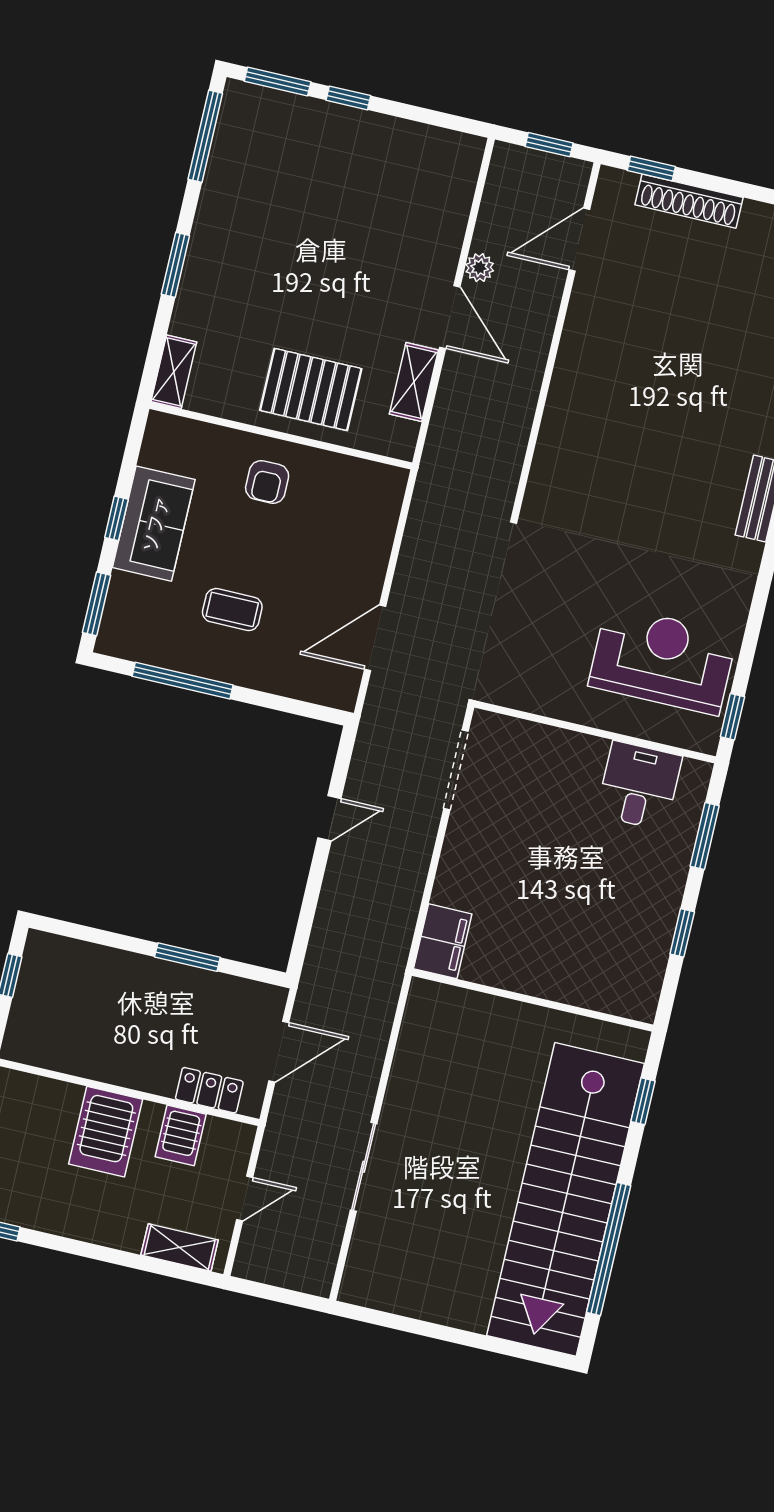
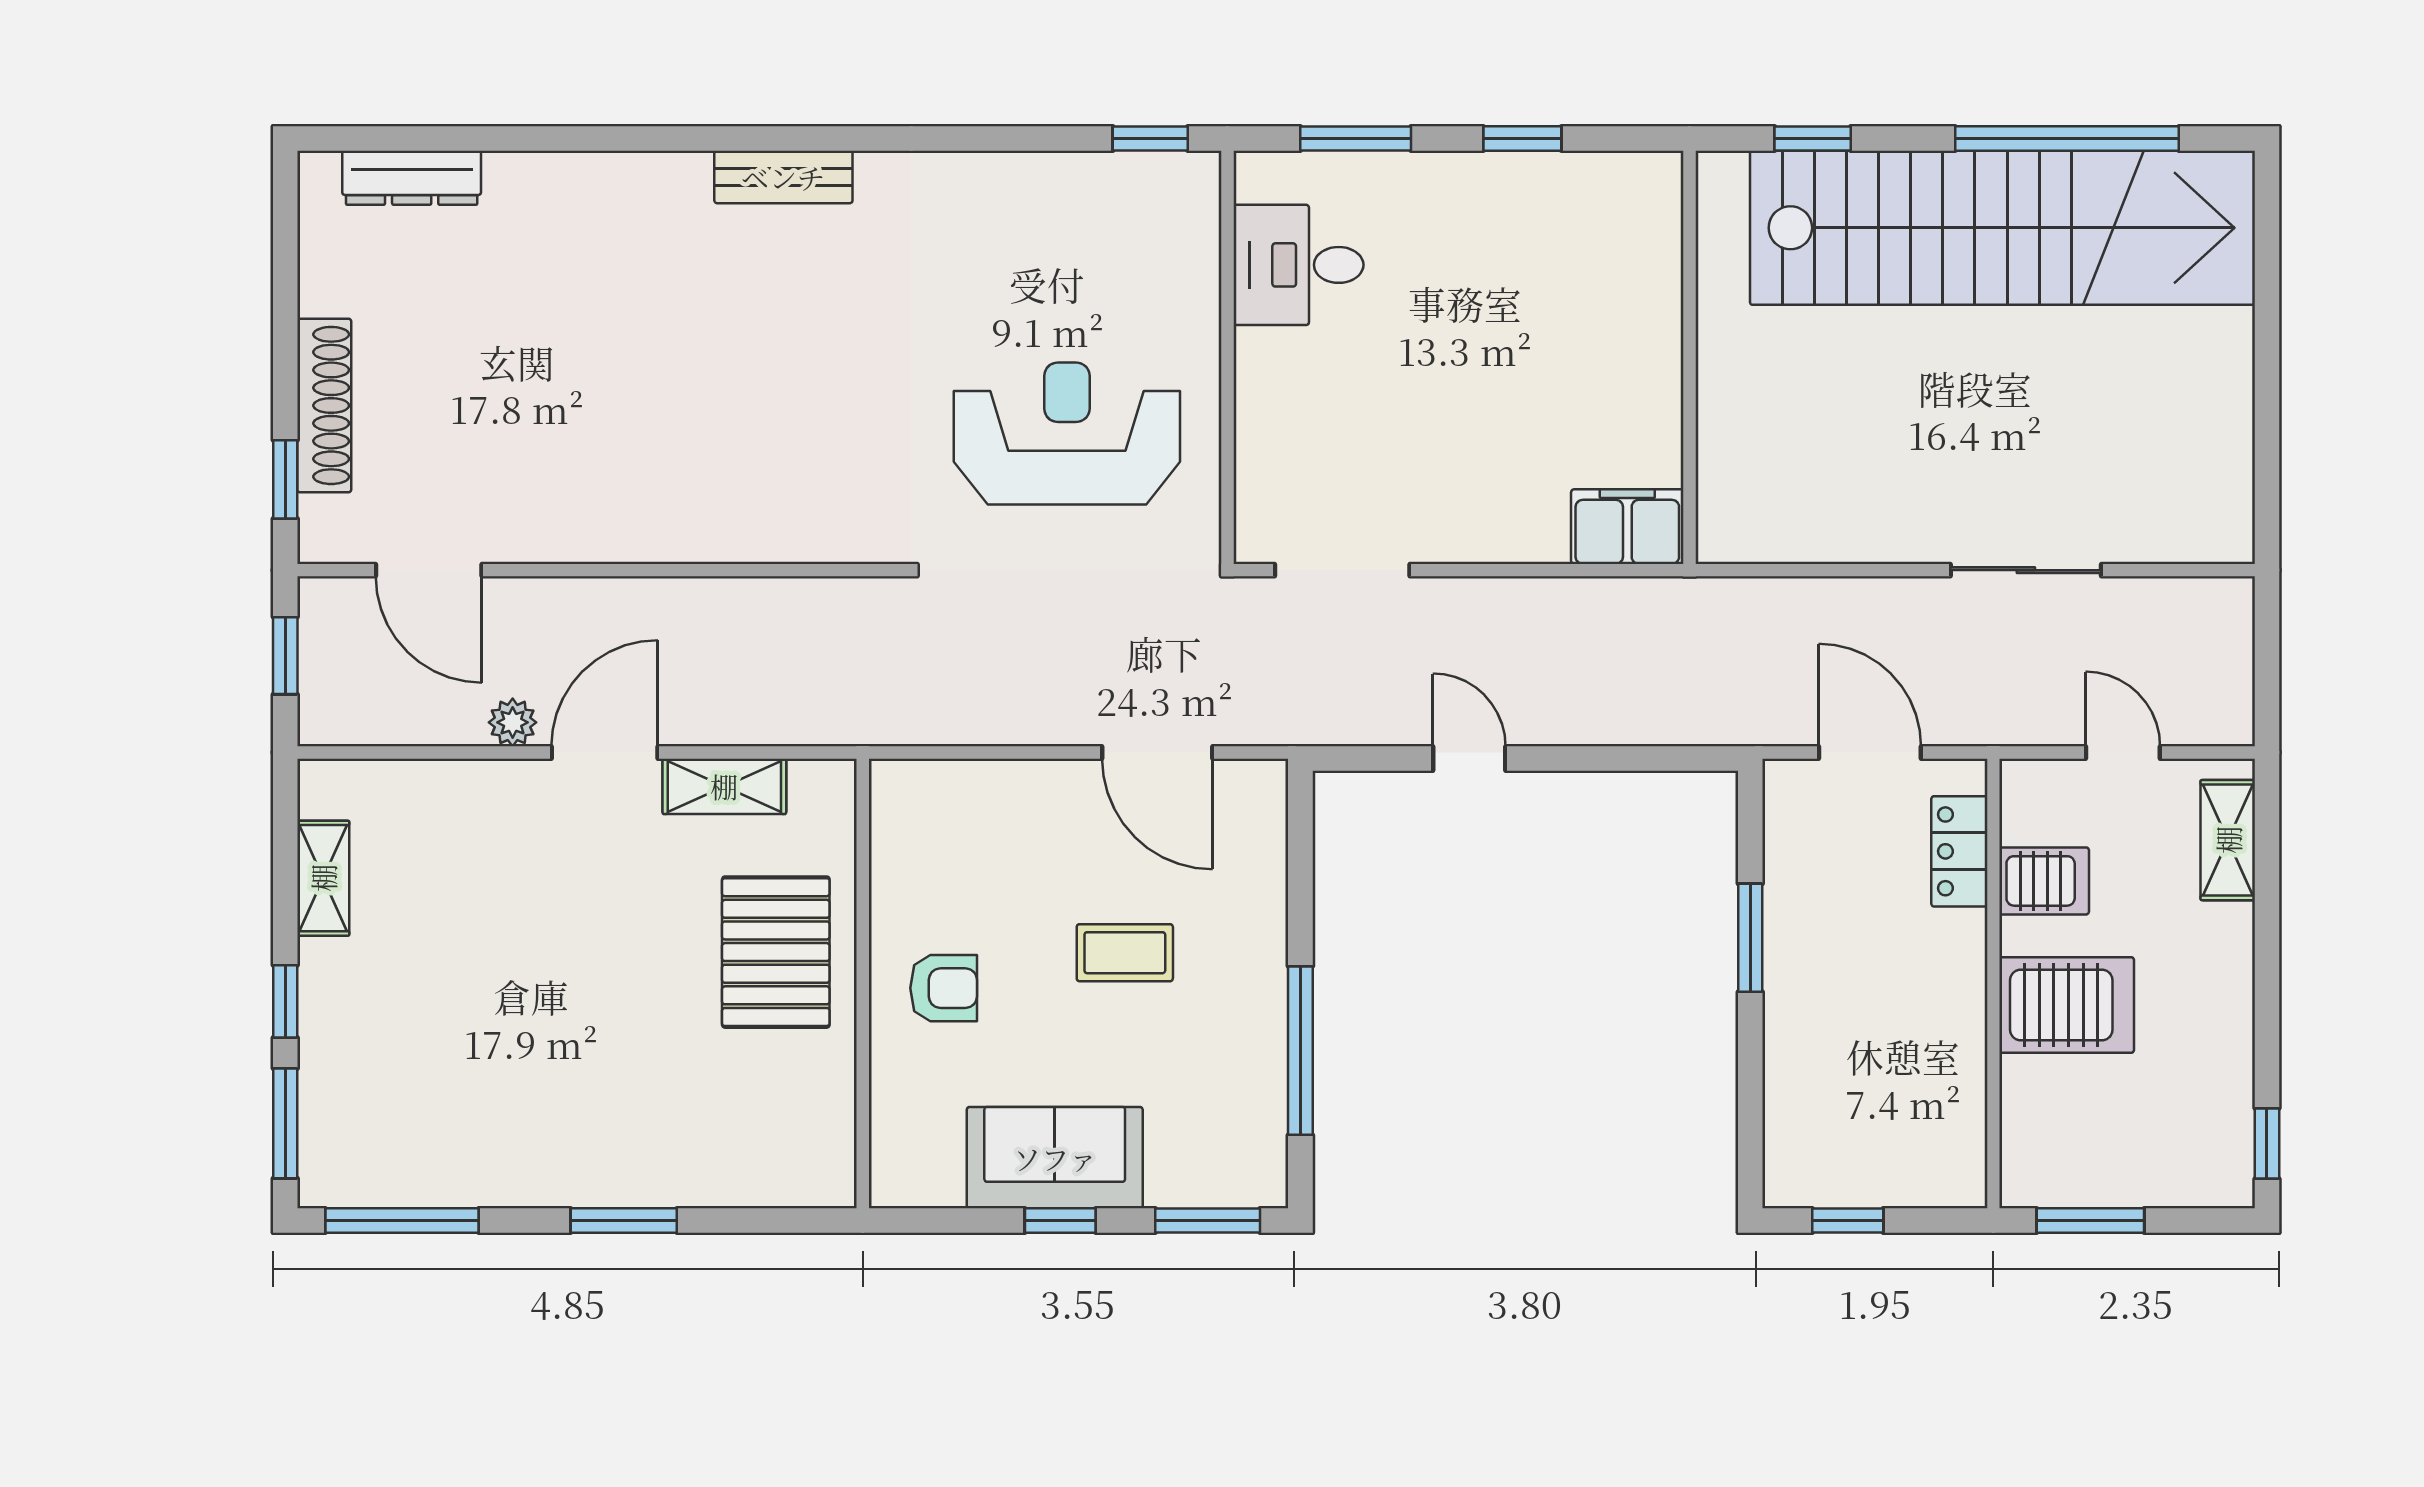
shelving: (174, 372) -> (323, 878), moved, turned 90
coffee table: (232, 610) -> (1125, 953), moved, turned 90
reception desk: (663, 660) -> (1067, 433), moved, turned 90

